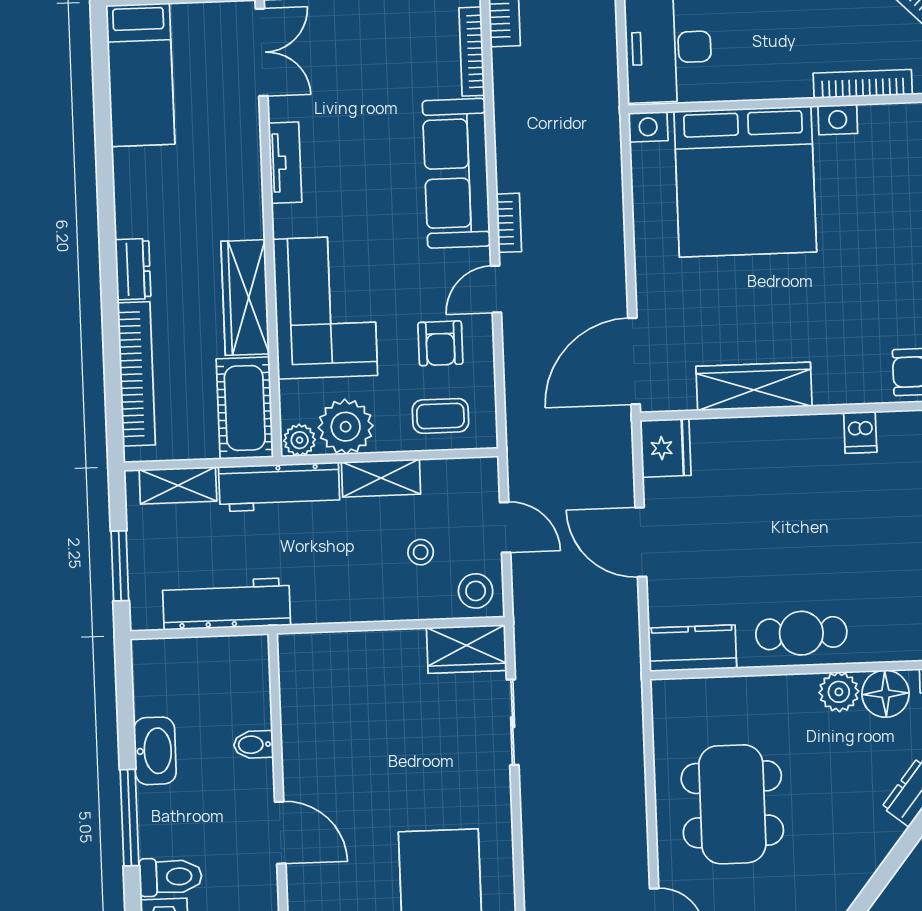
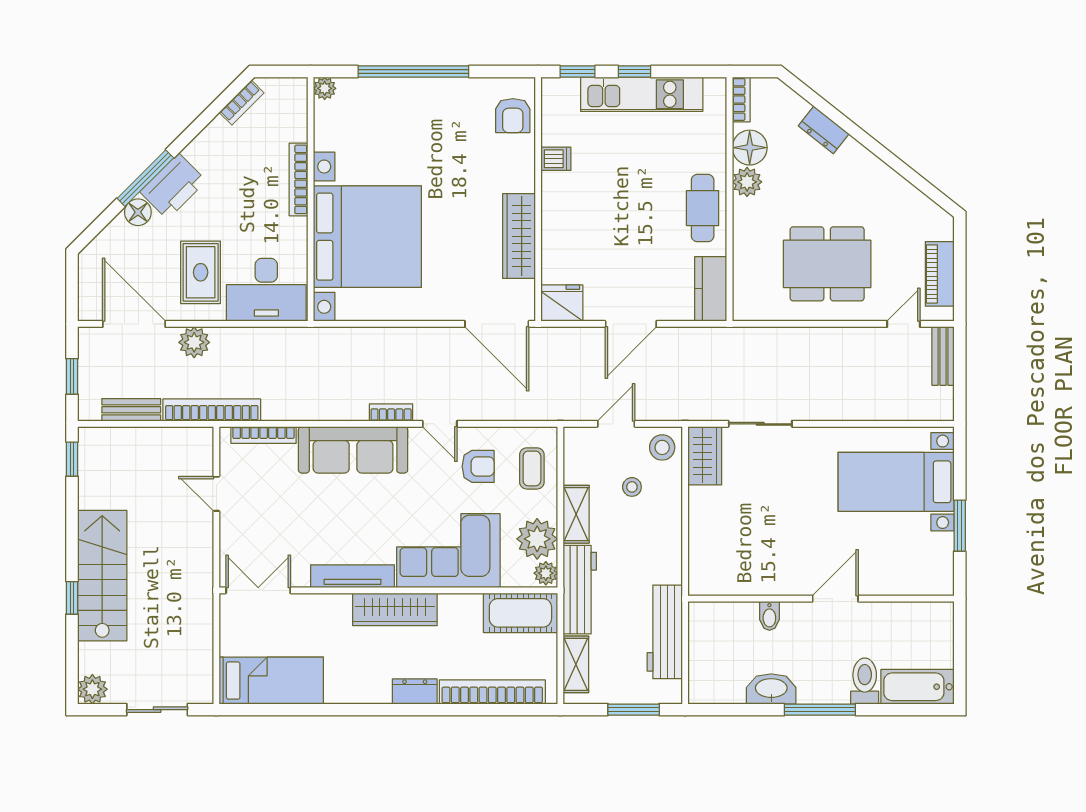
bookcase: (863, 84) -> (299, 179), moved
tv unit: (285, 163) -> (352, 576), width x1.41
wardrobe: (245, 298) -> (395, 609), moved

